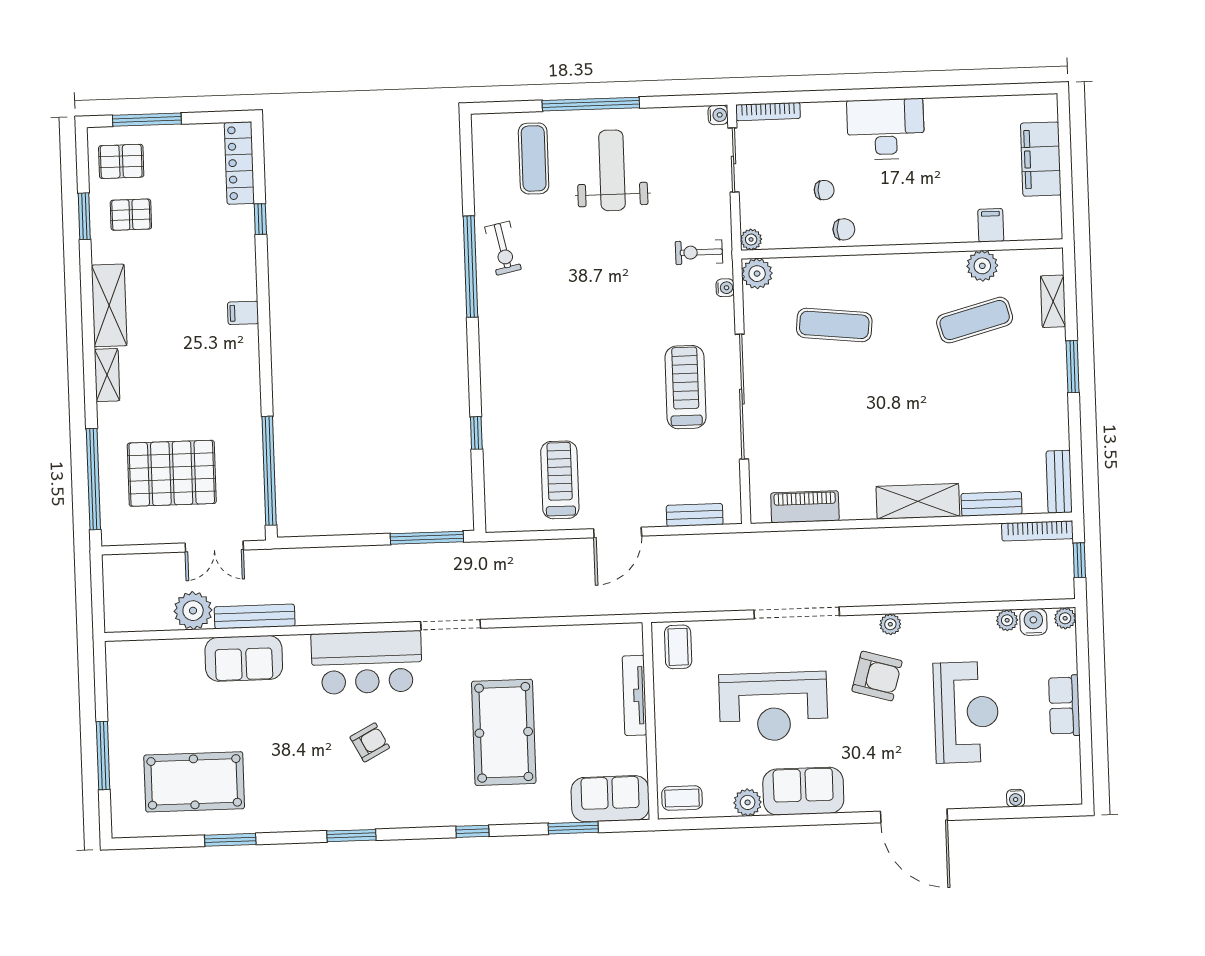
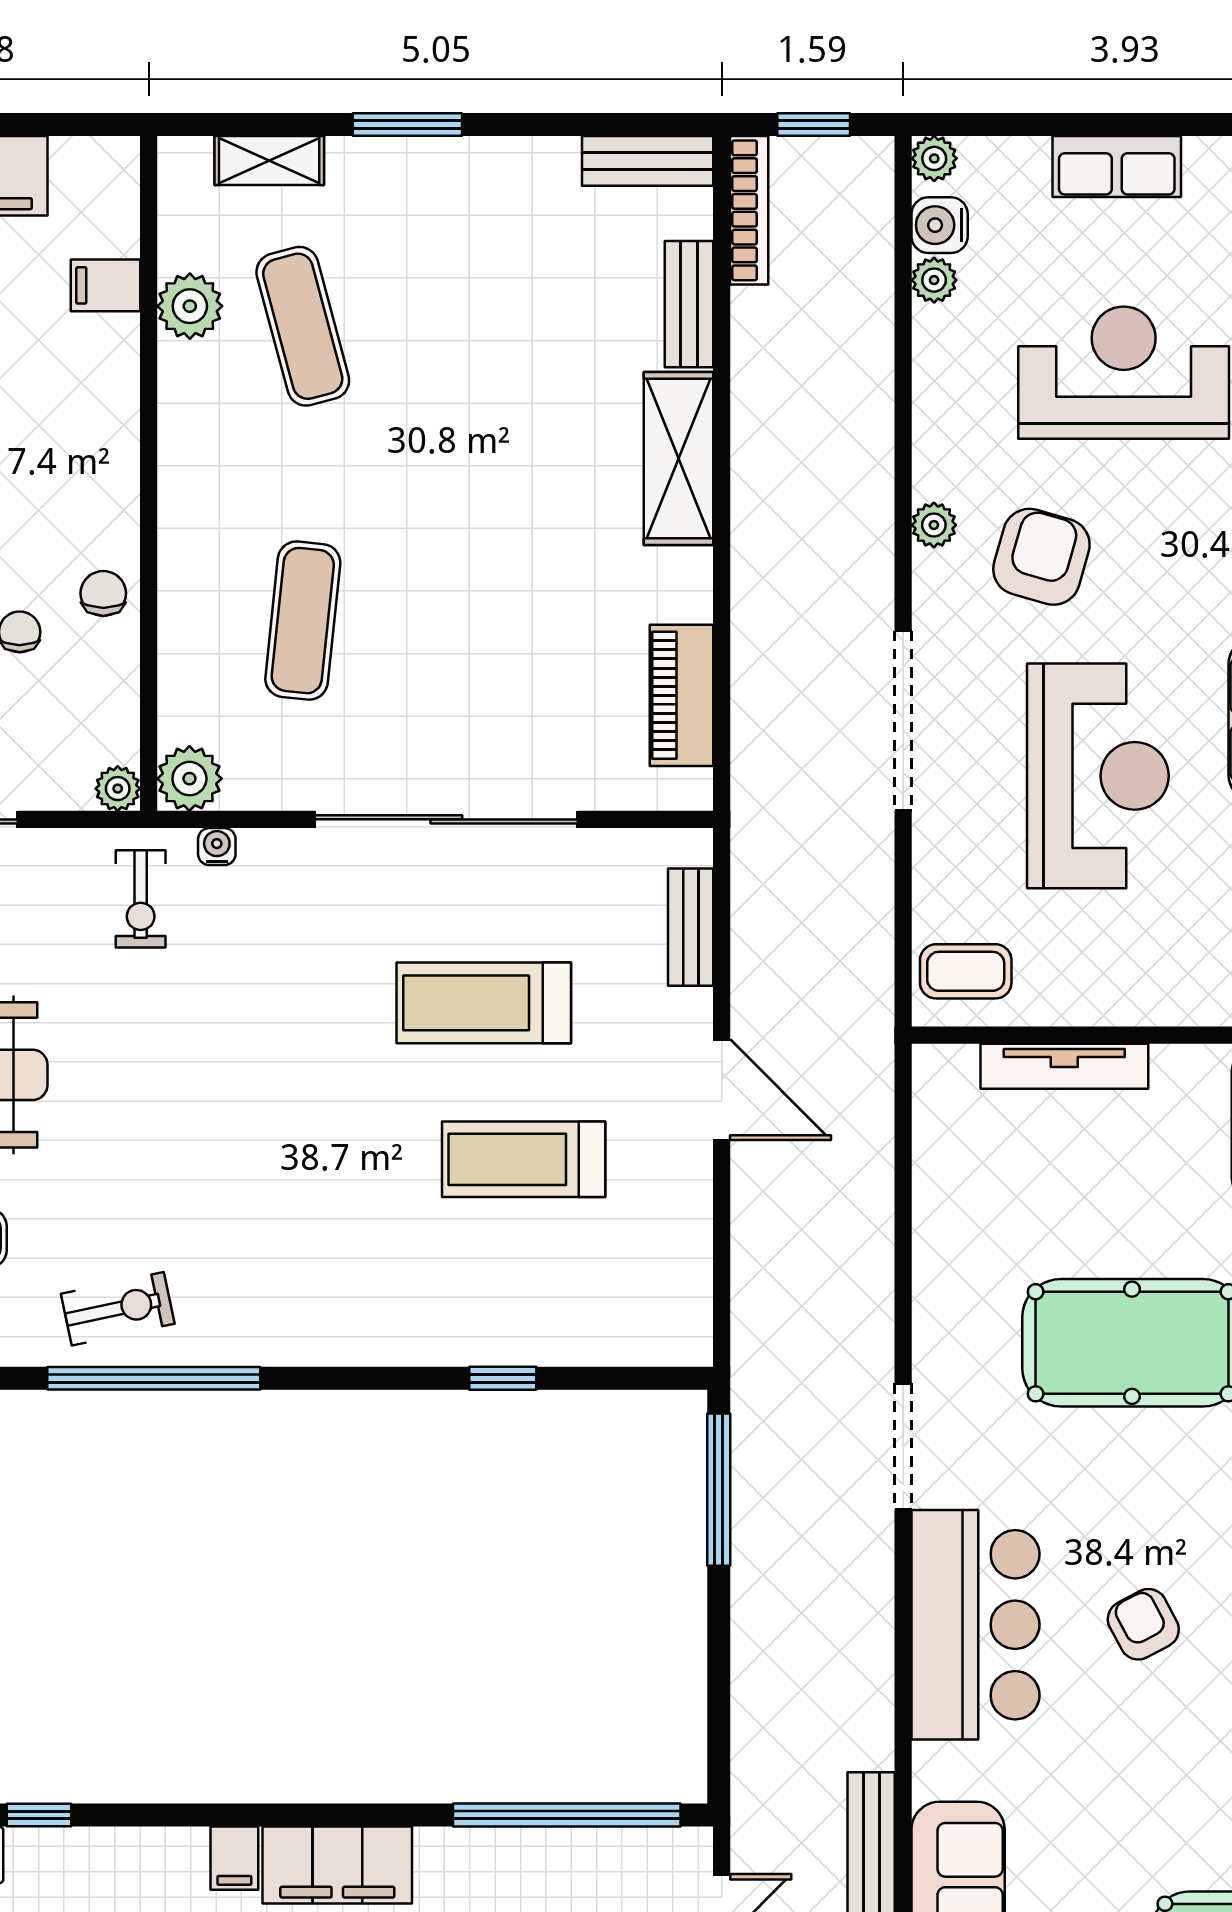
filing cabinet: (241, 362) -> (337, 1865), added
treadmill: (685, 387) -> (484, 1003), moved
treadmill: (560, 480) -> (524, 1159), moved

